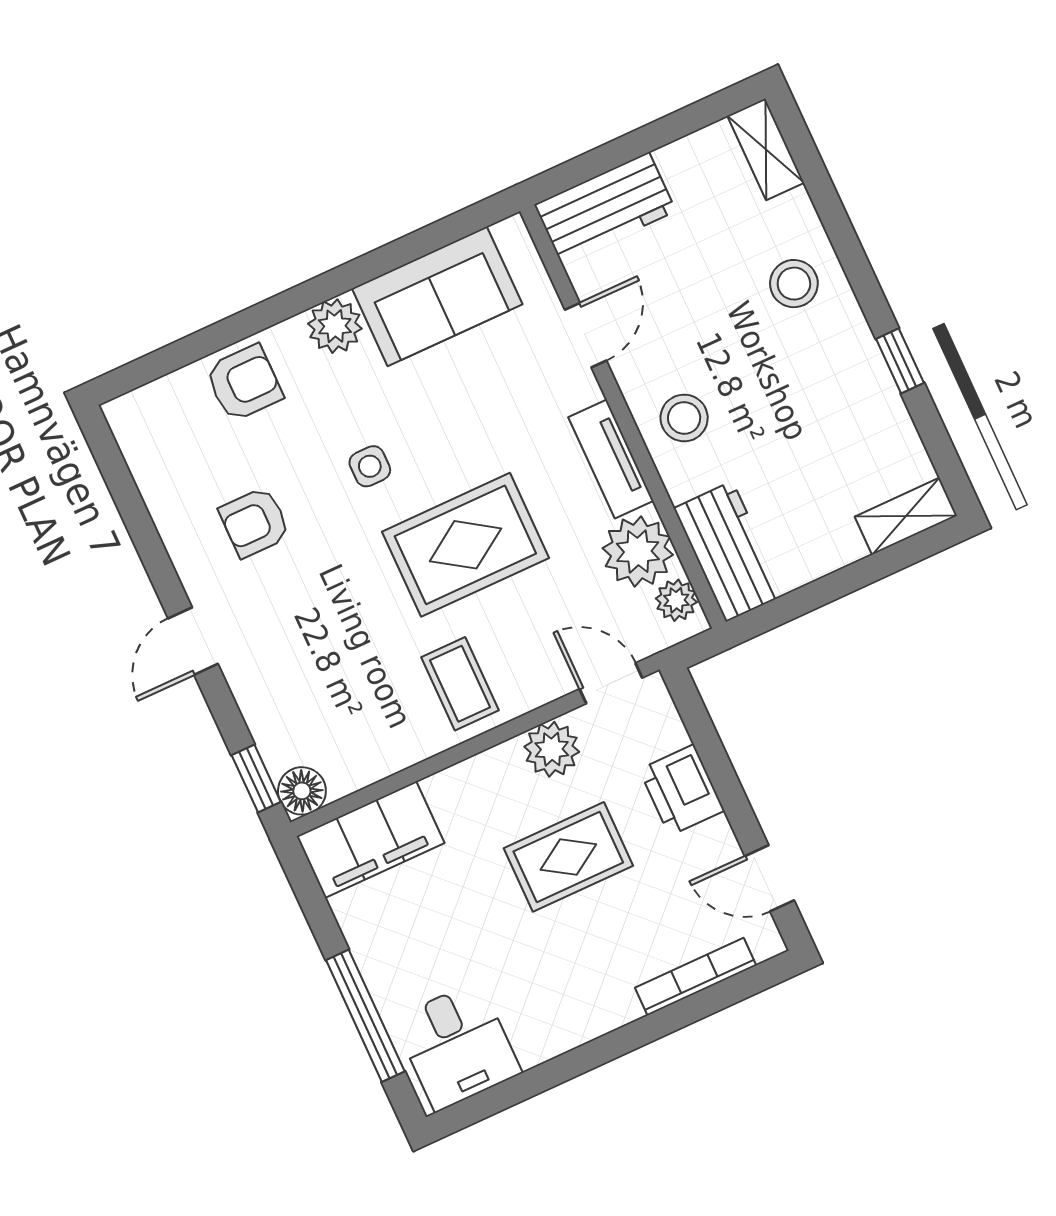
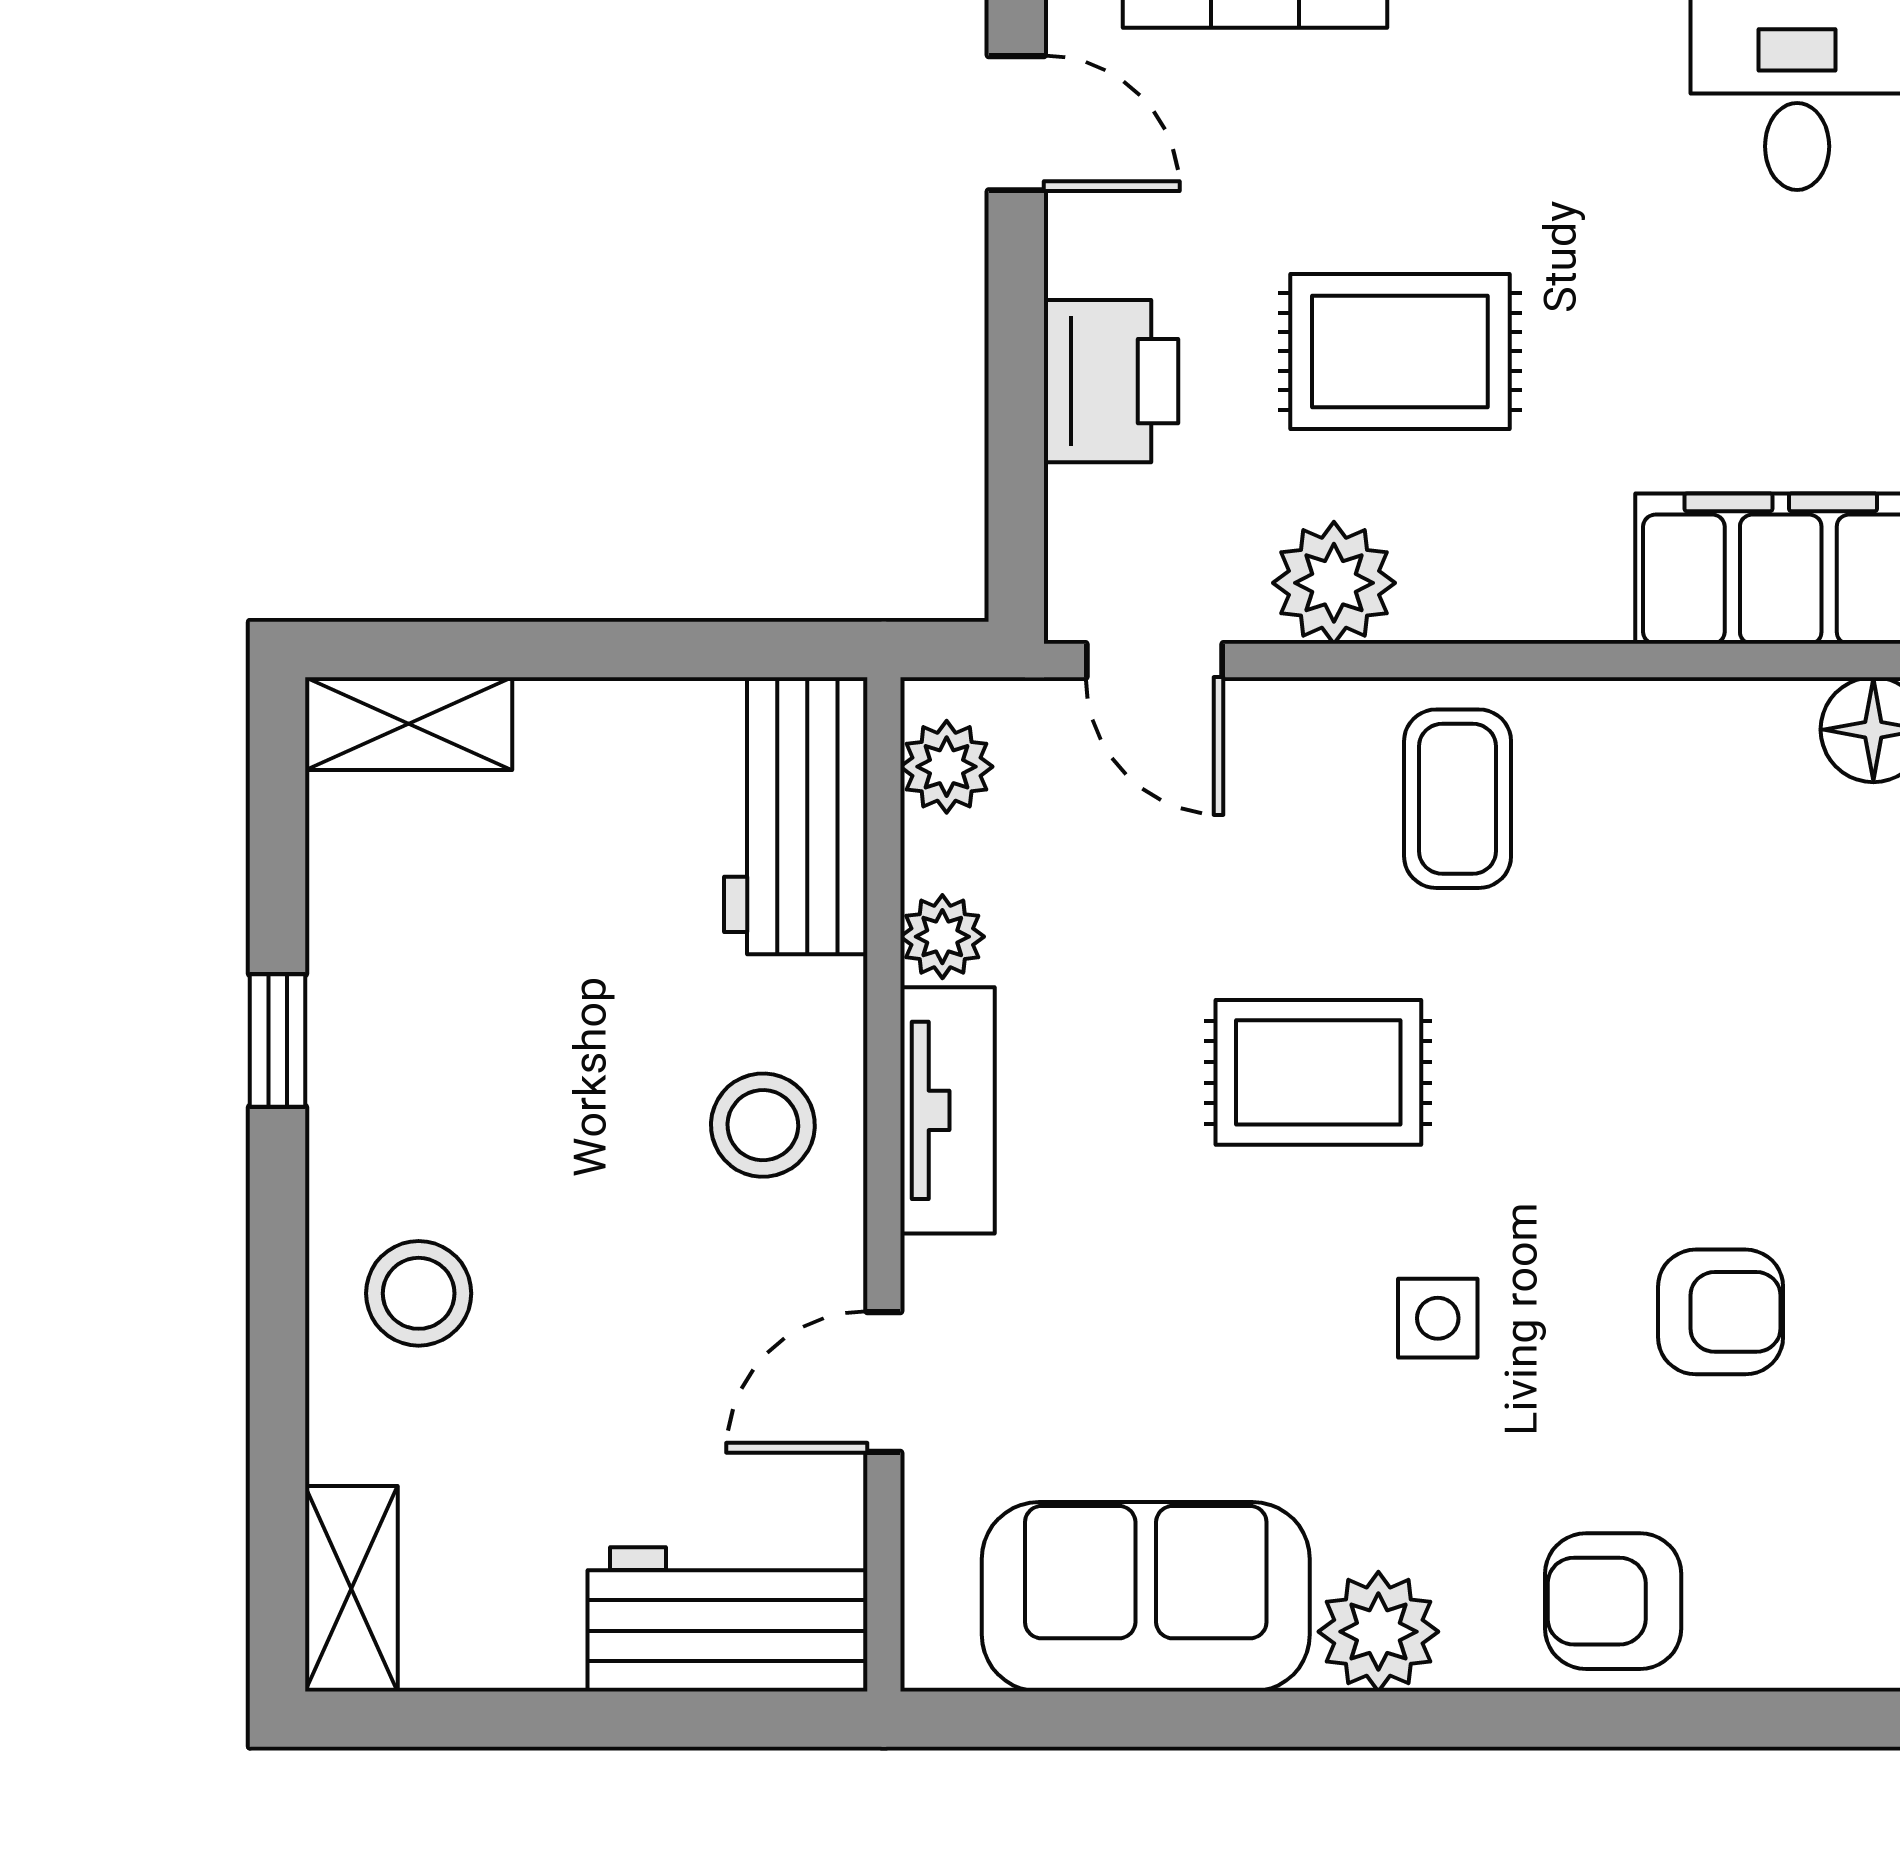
rug: (465, 545) -> (1318, 1072), width x0.73, depth x0.70
plant: (638, 552) -> (942, 937), width x0.53, depth x0.53

